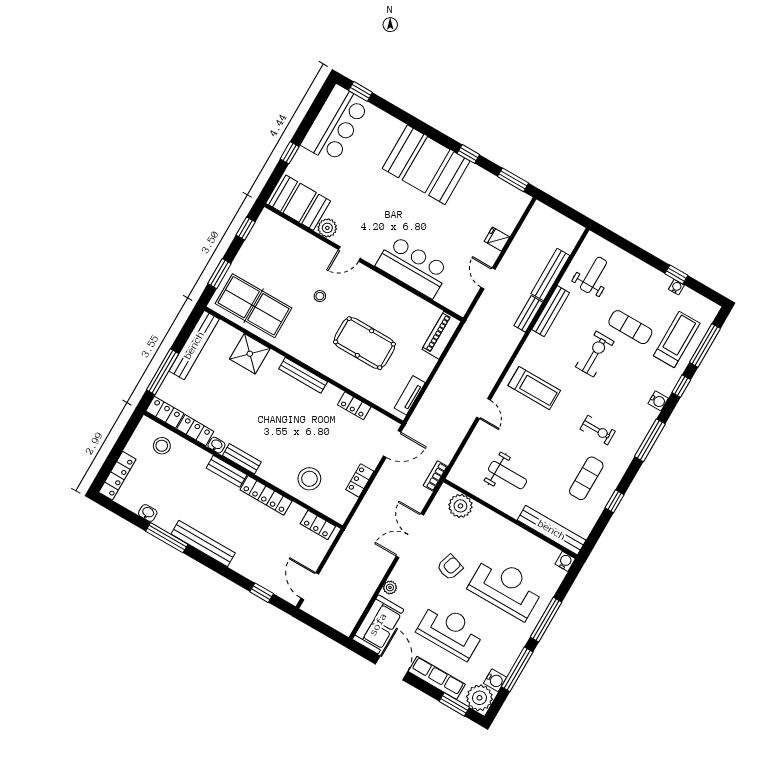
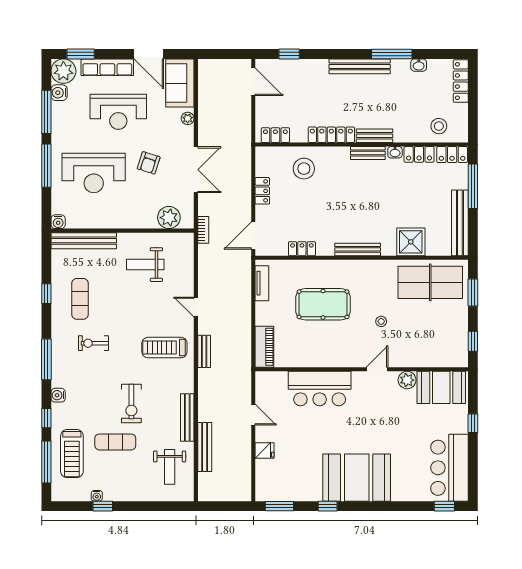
bench: (528, 314) -> (204, 351), moved

